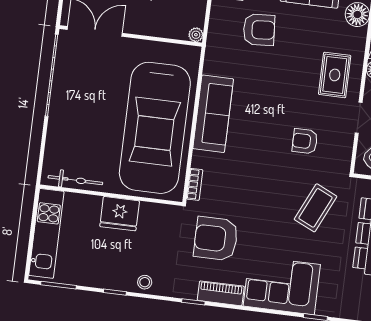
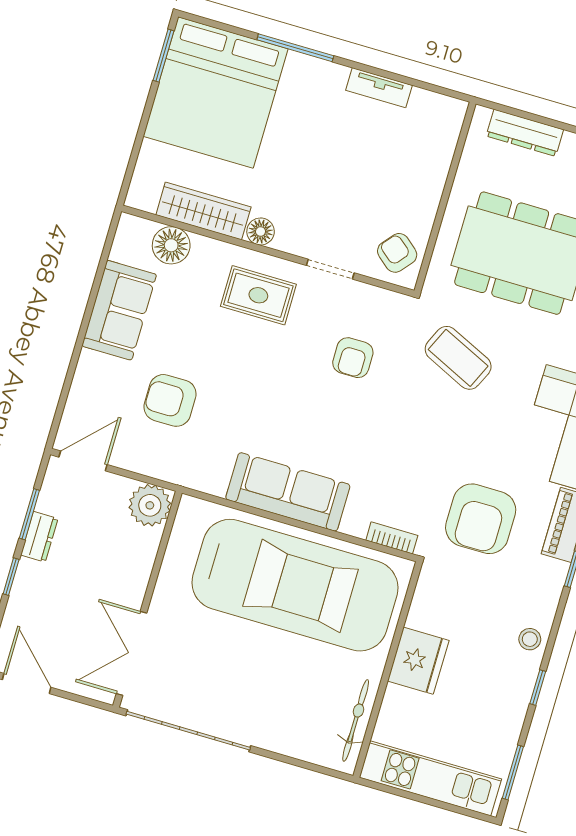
armchair: (259, 30) -> (170, 400), turned -86
plant: (196, 35) -> (150, 505), width x1.88, depth x1.88

